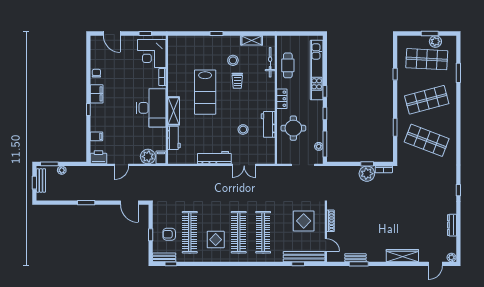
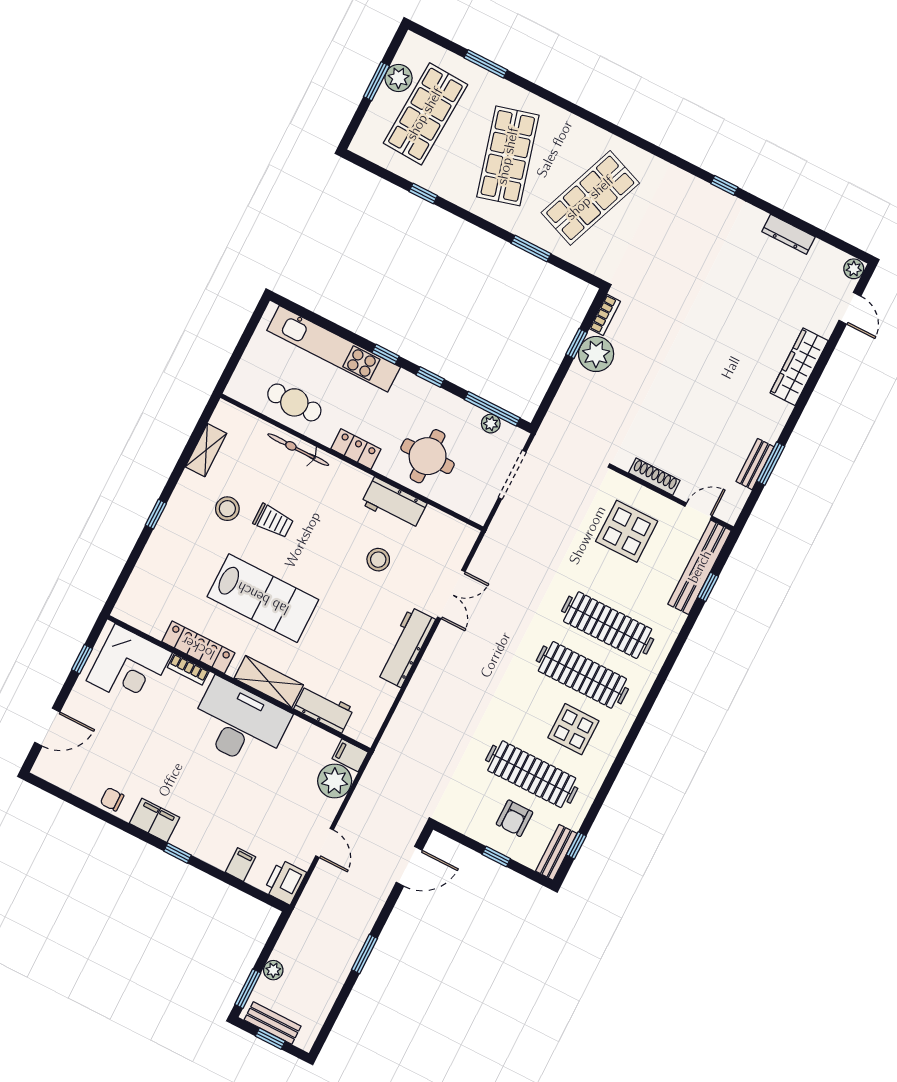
bicycle: (270, 62) -> (298, 450), moved
locker: (173, 77) -> (198, 647), added

